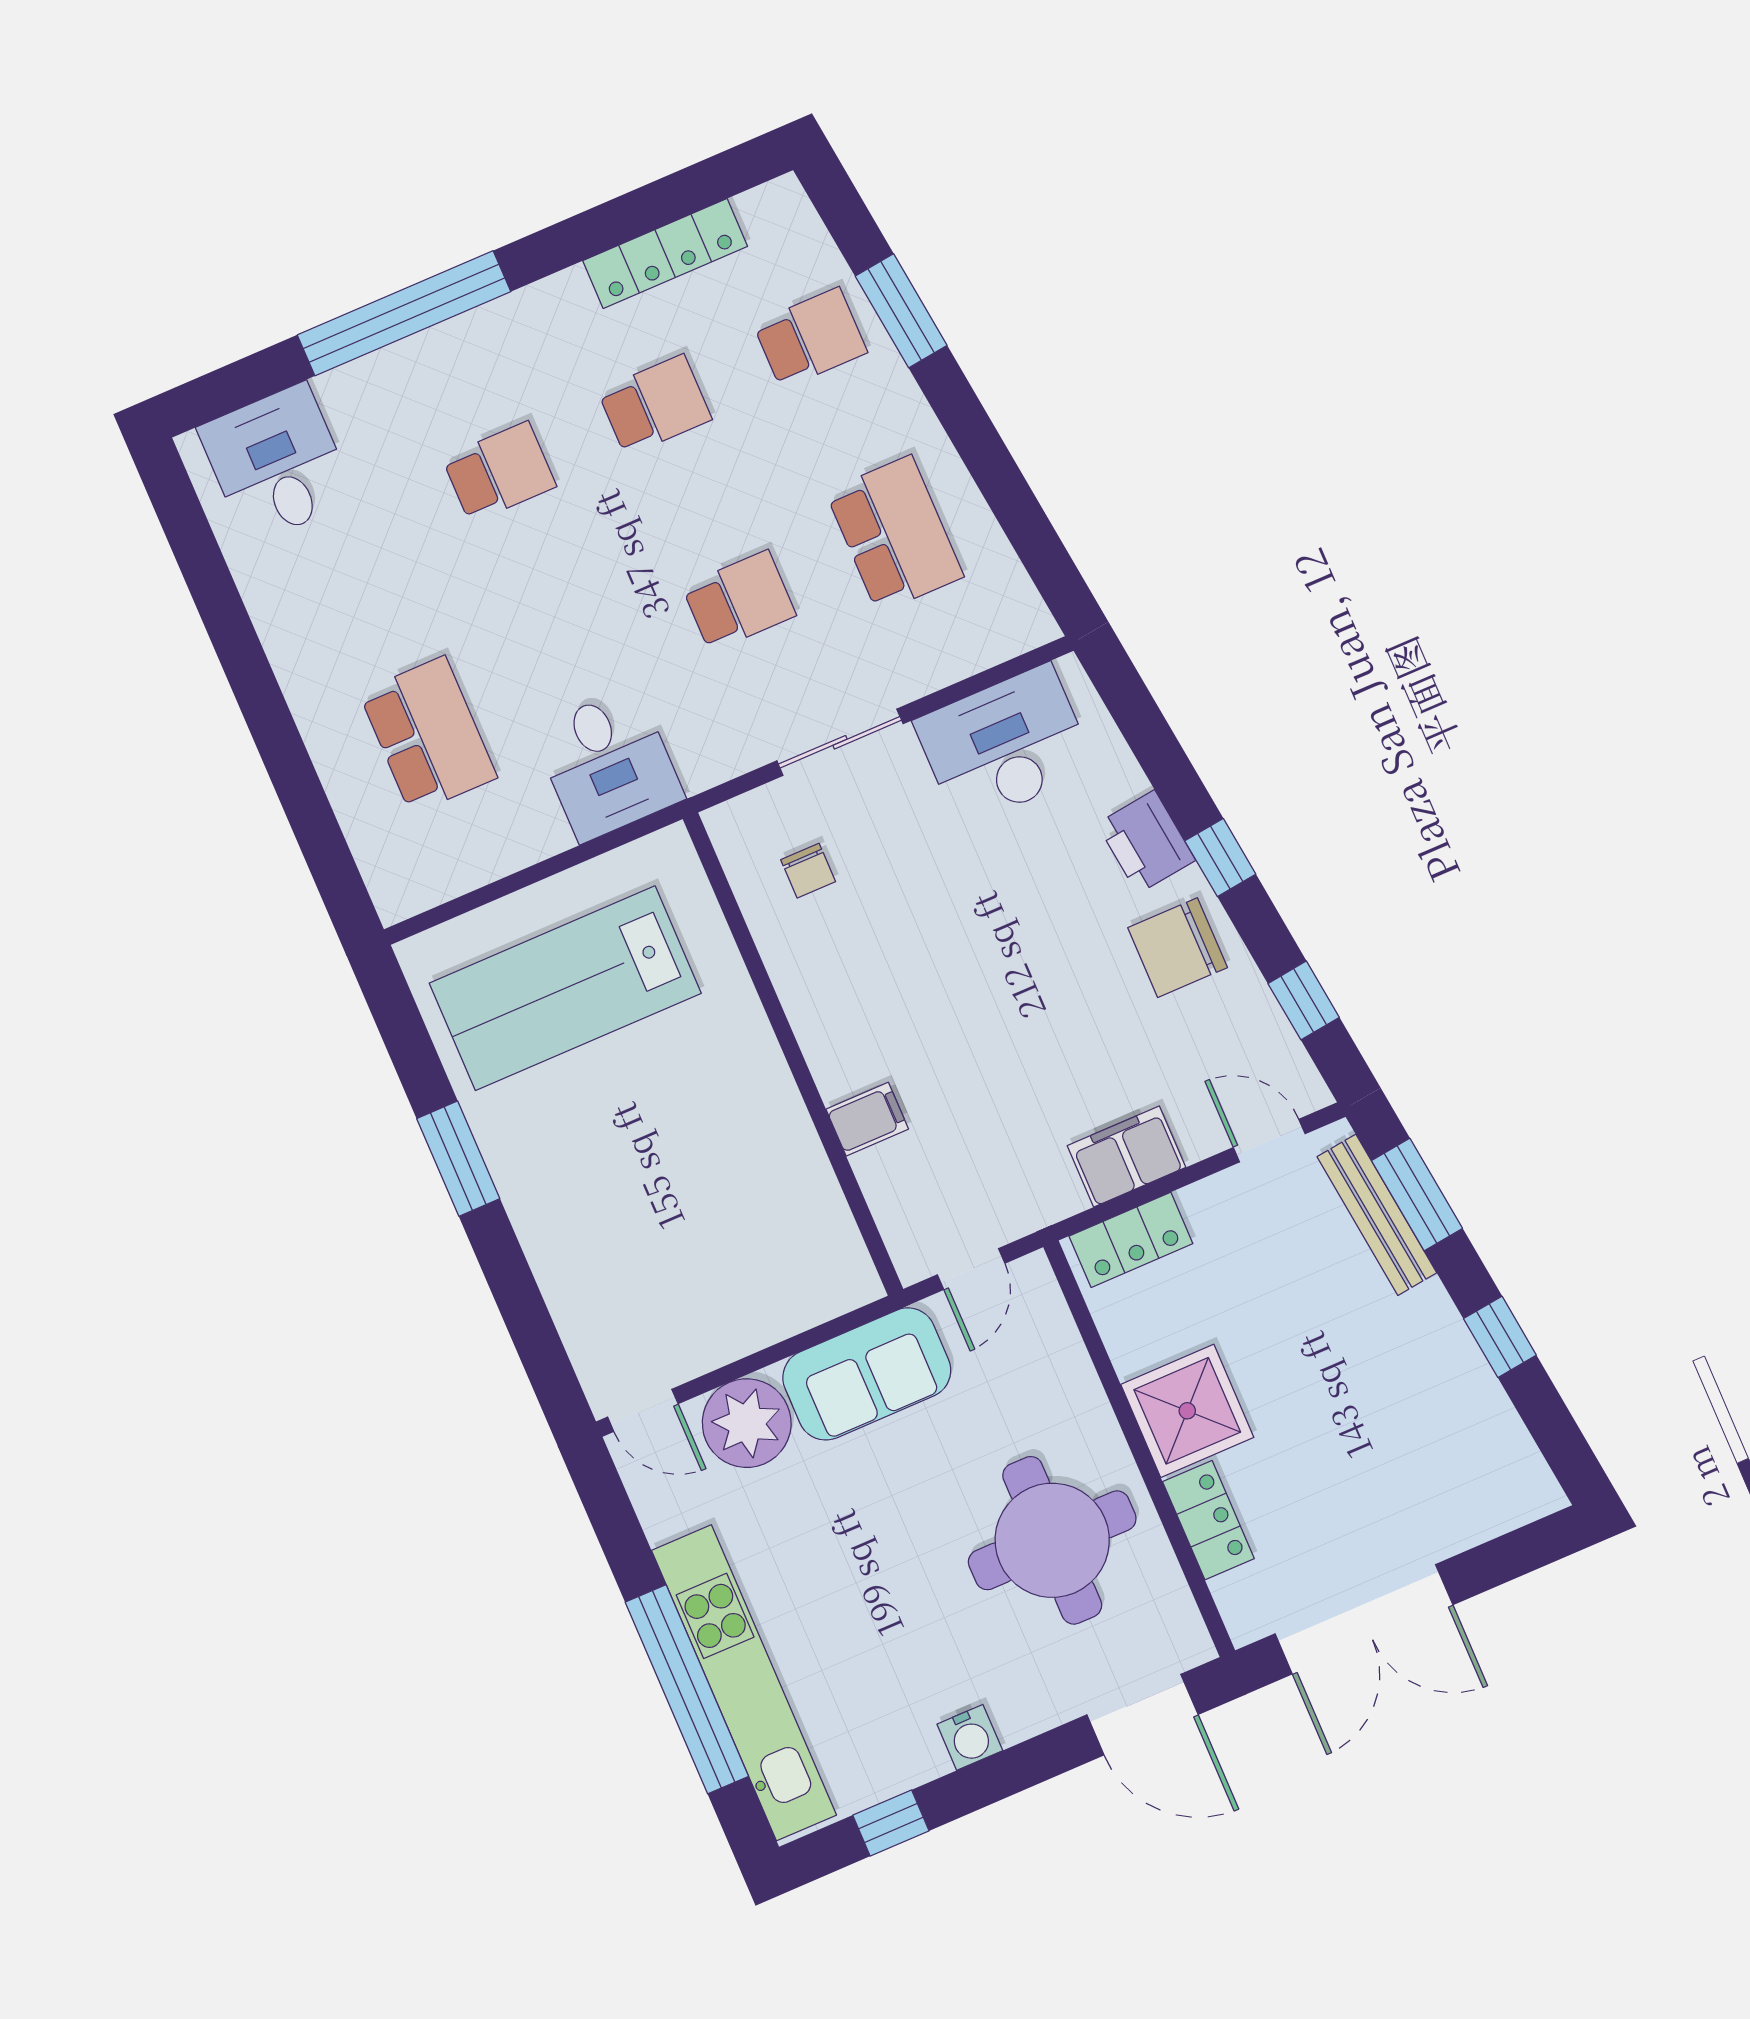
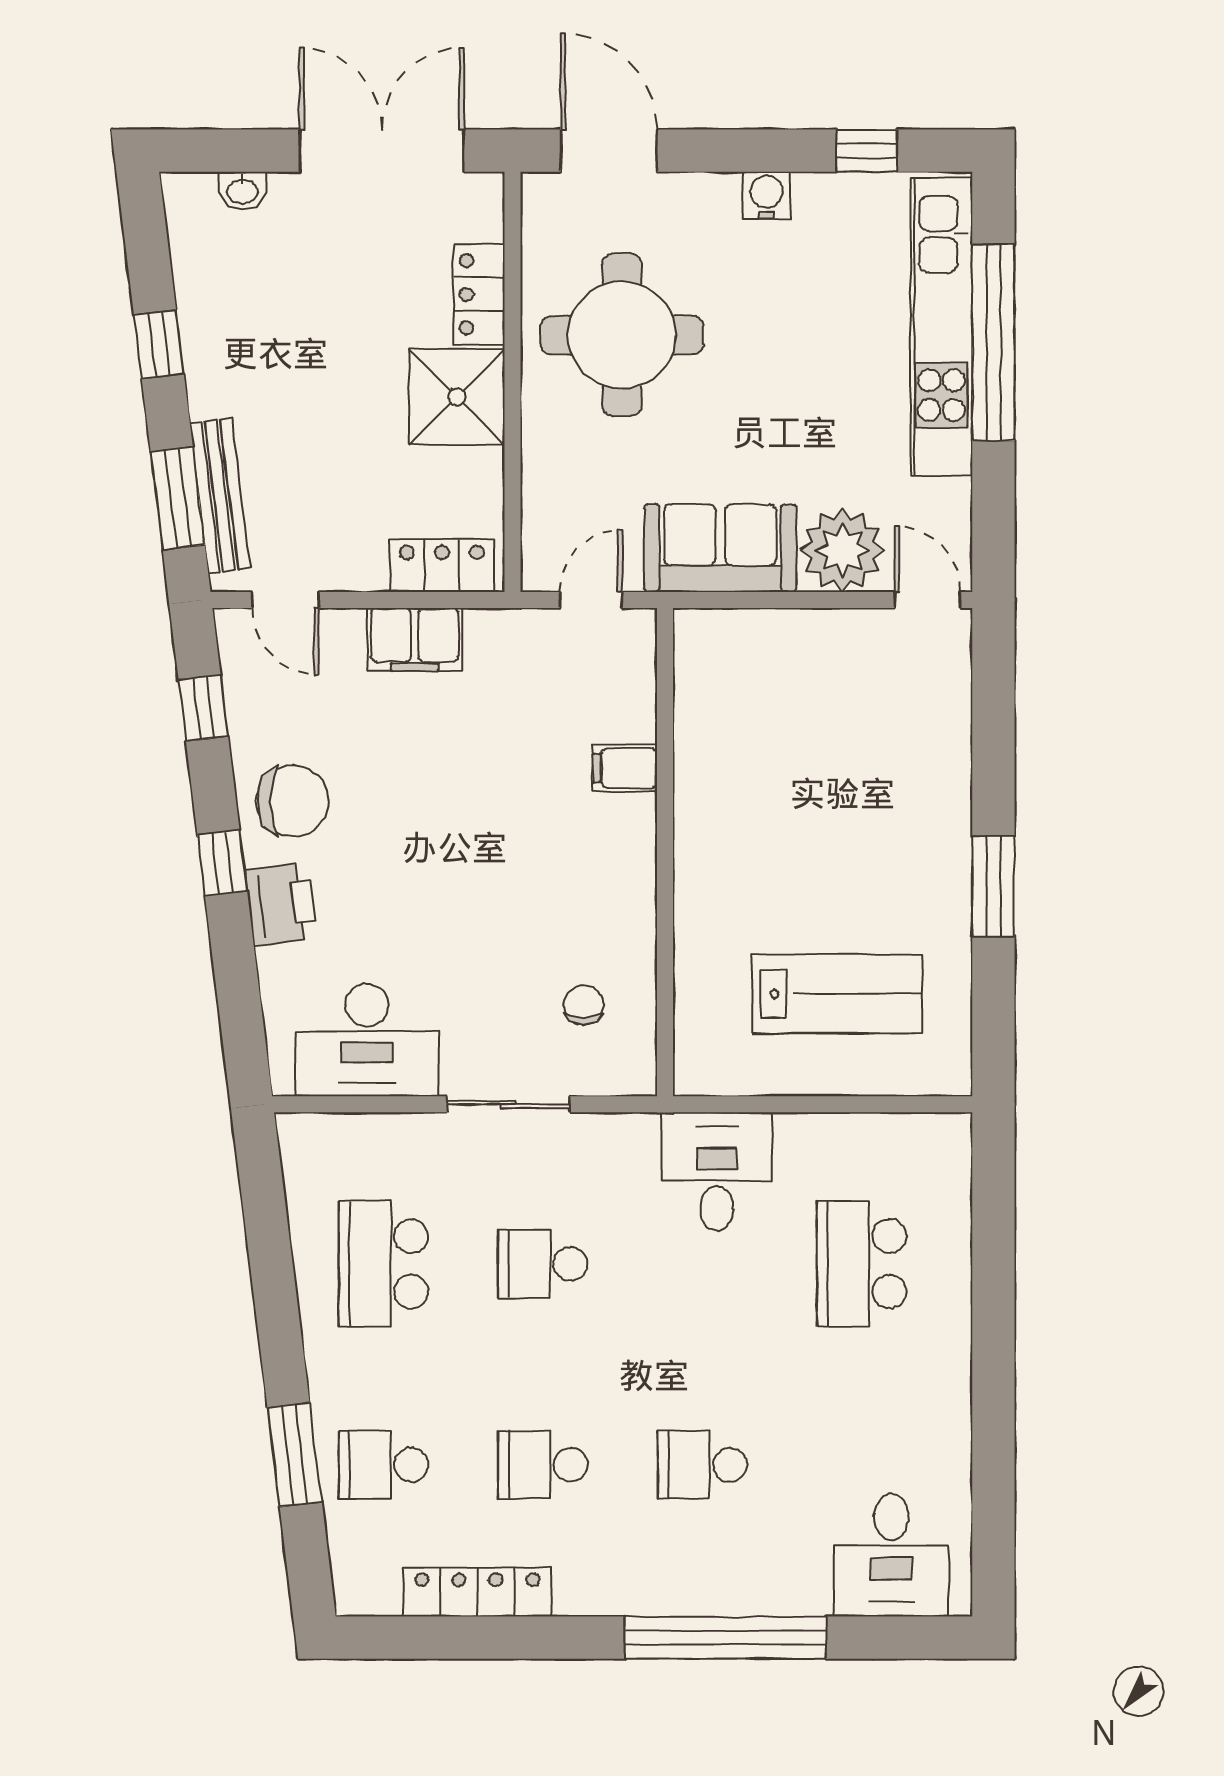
lab bench: (565, 988) -> (837, 994), width x0.73, depth x0.72
washbasin: (1483, 1522) -> (242, 191), added

